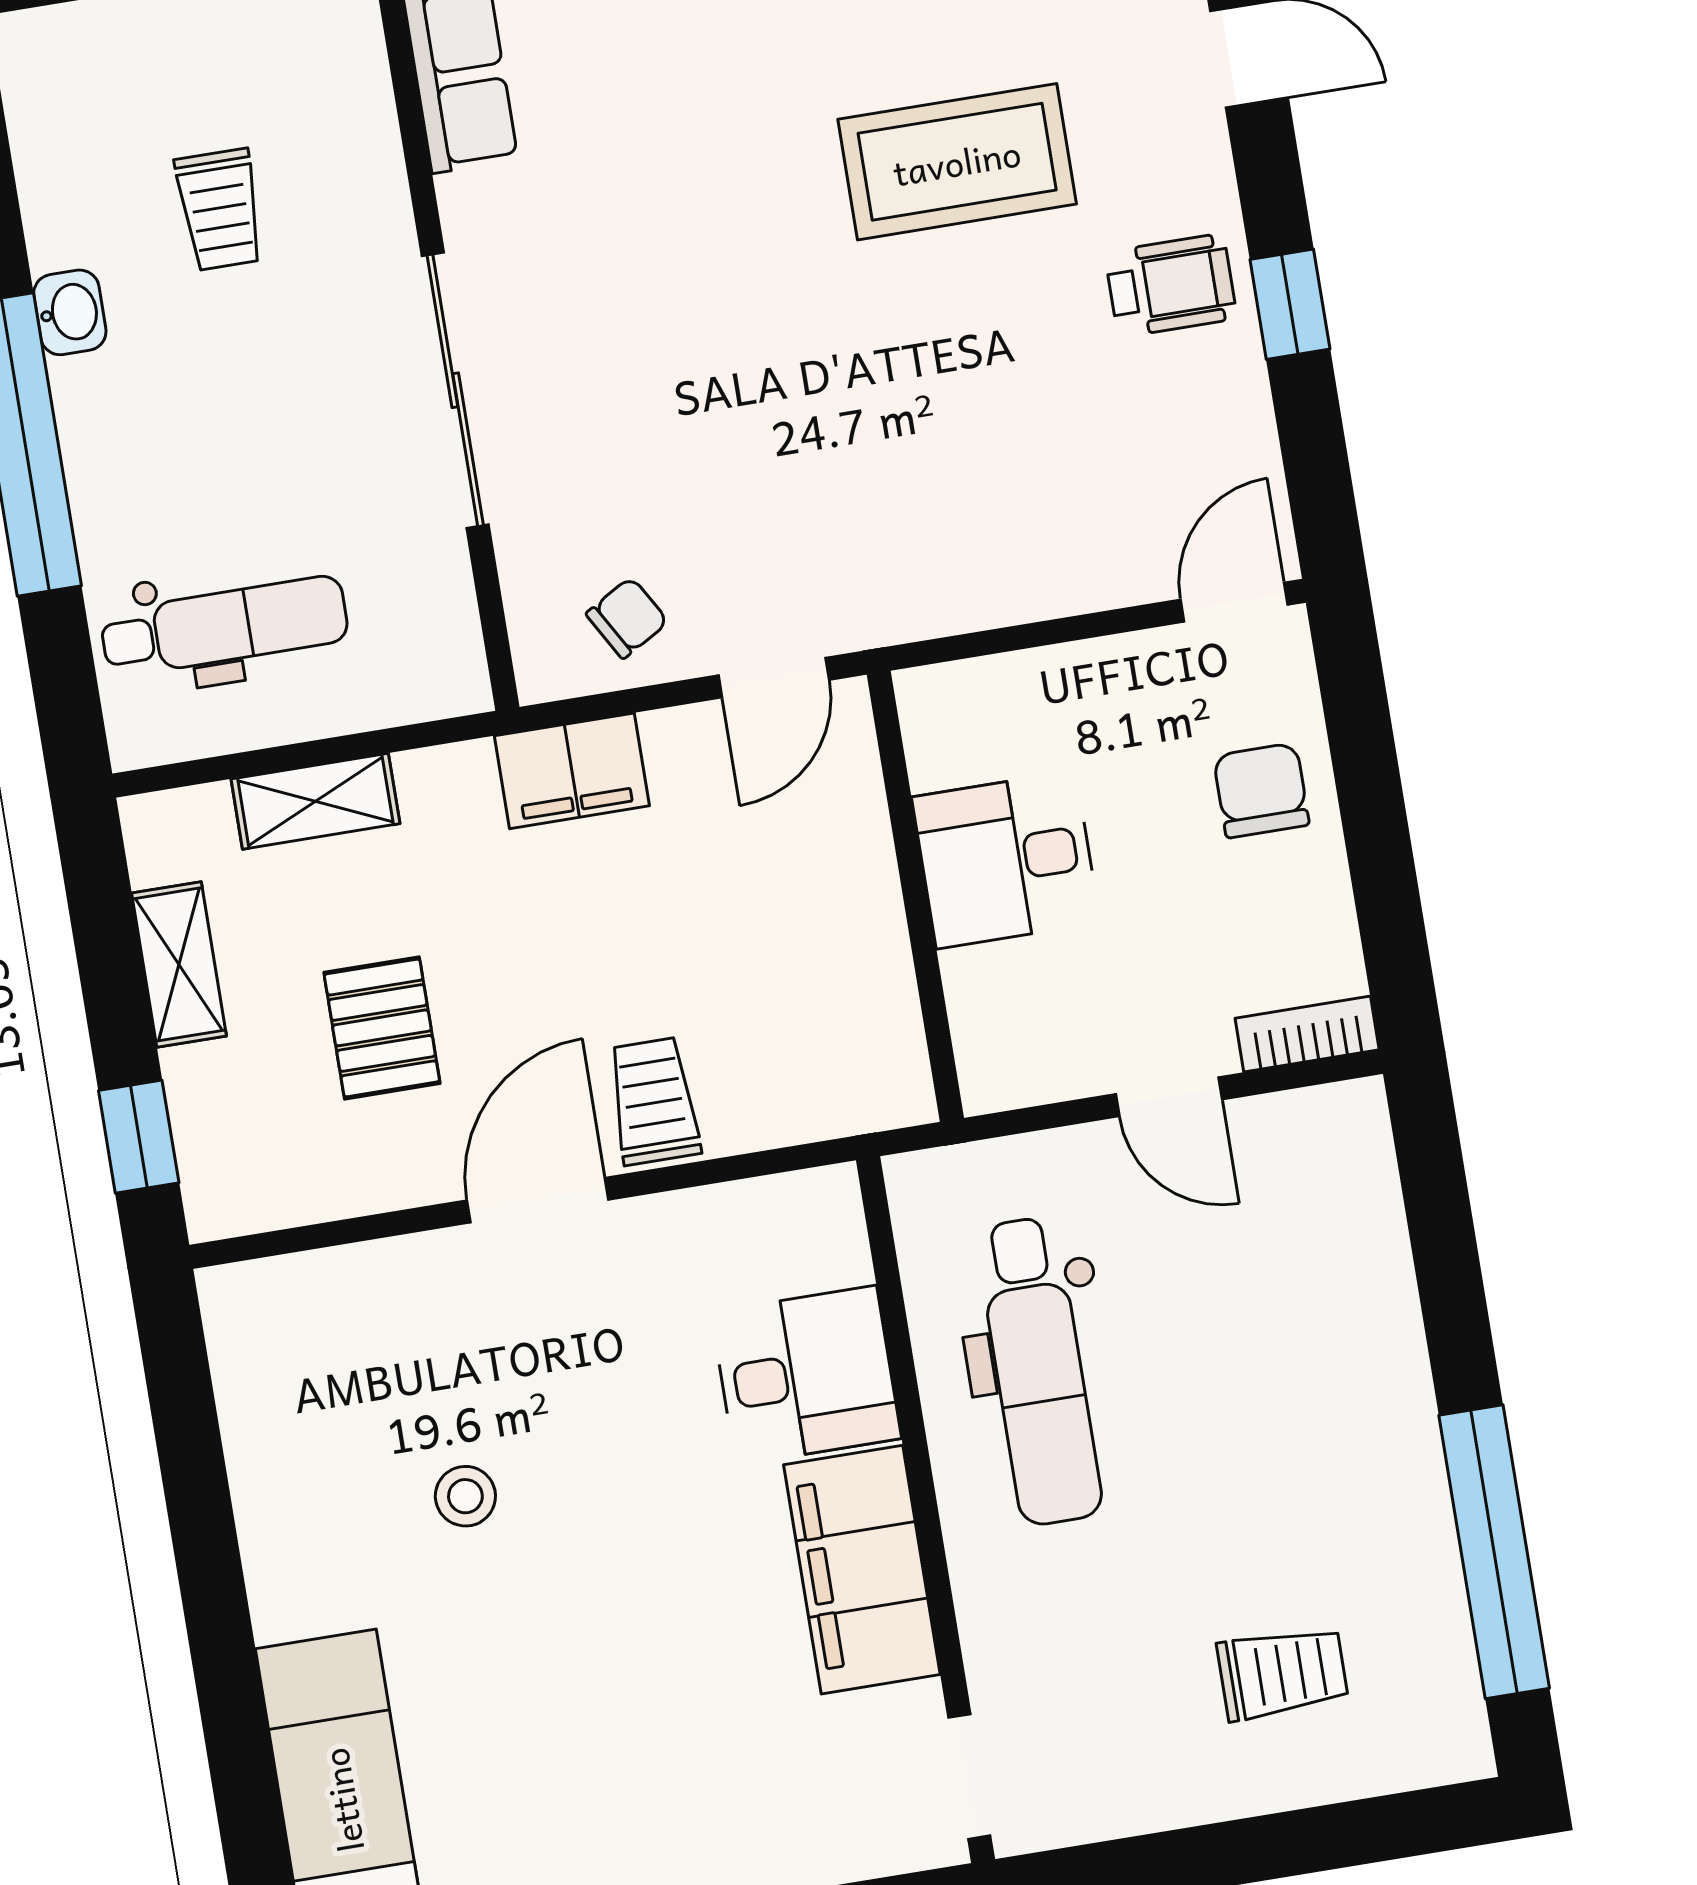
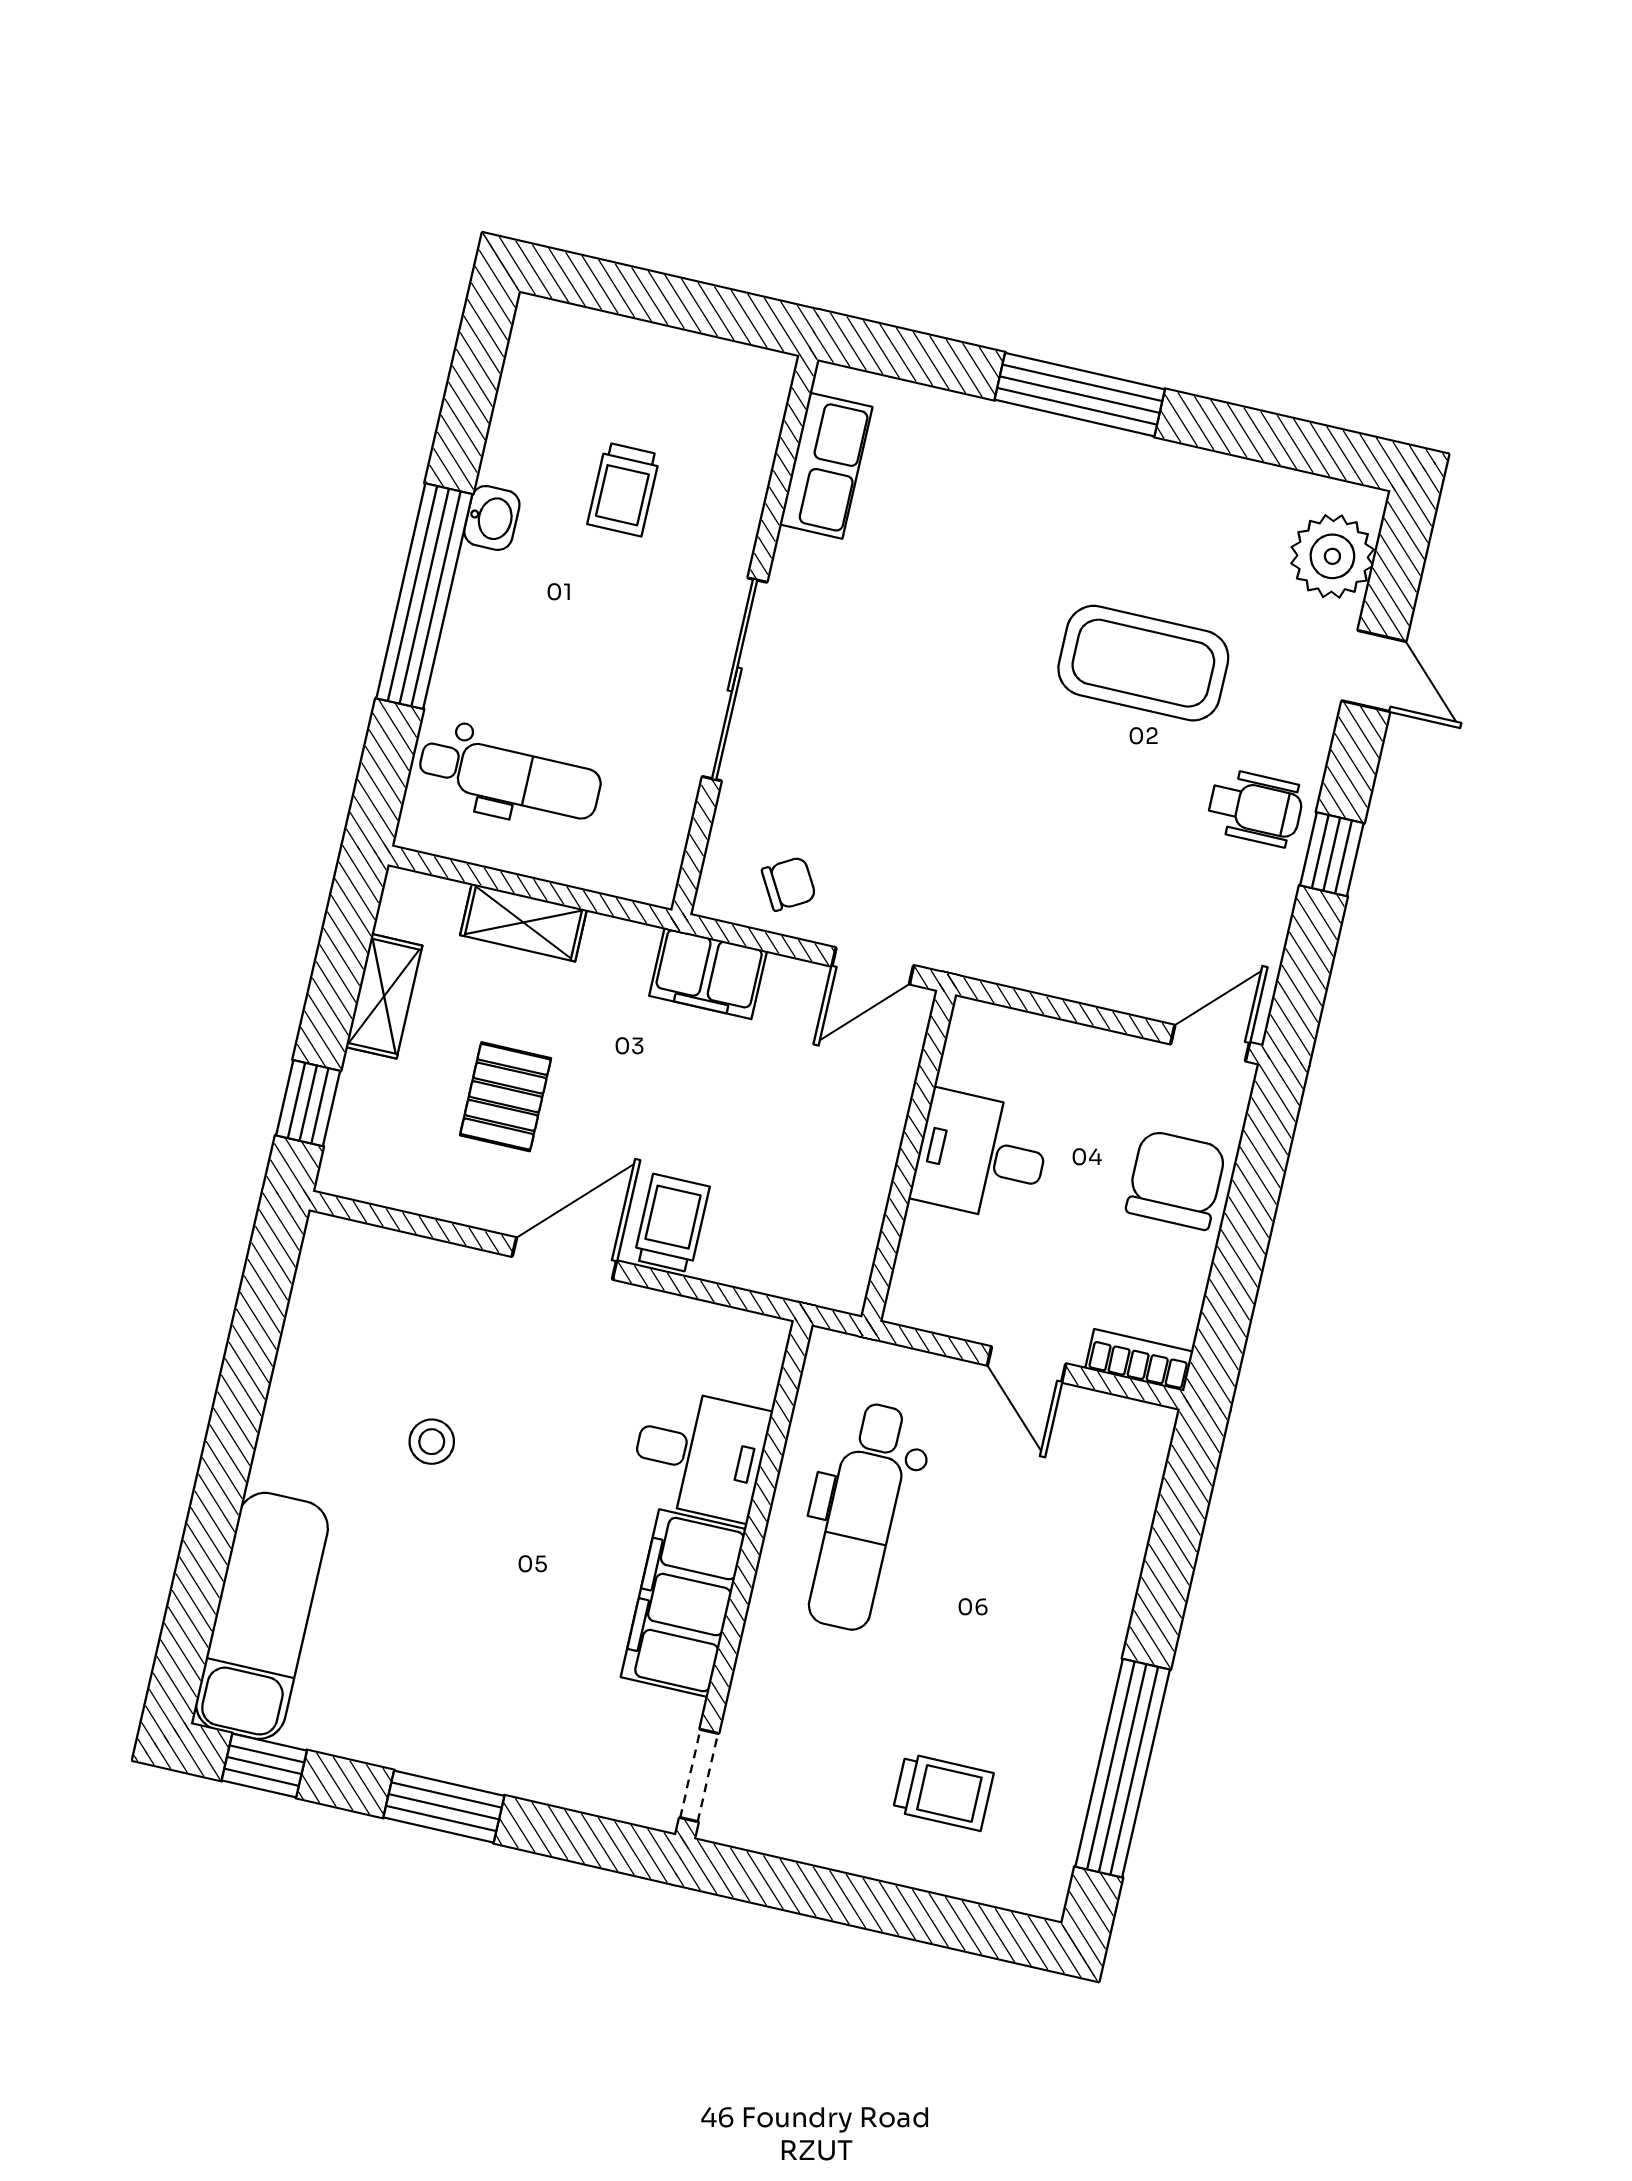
chair: (1261, 790) -> (1176, 1180), width x1.37, depth x1.37

